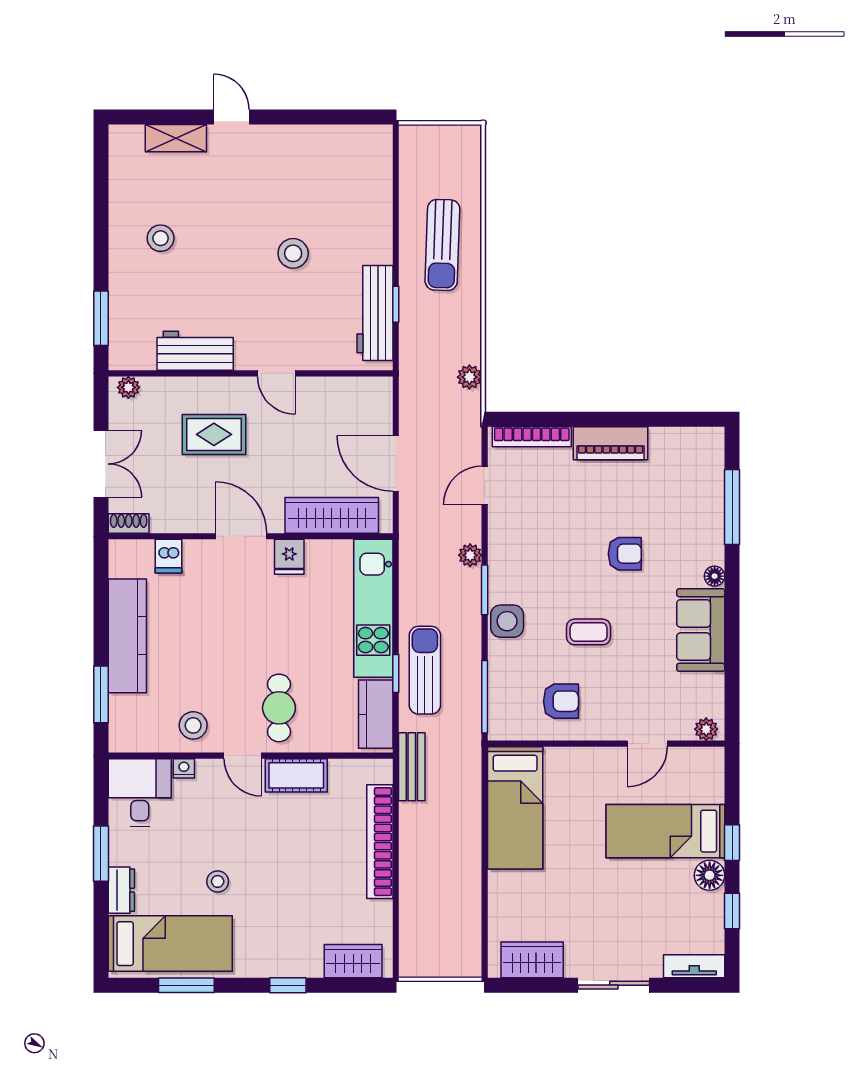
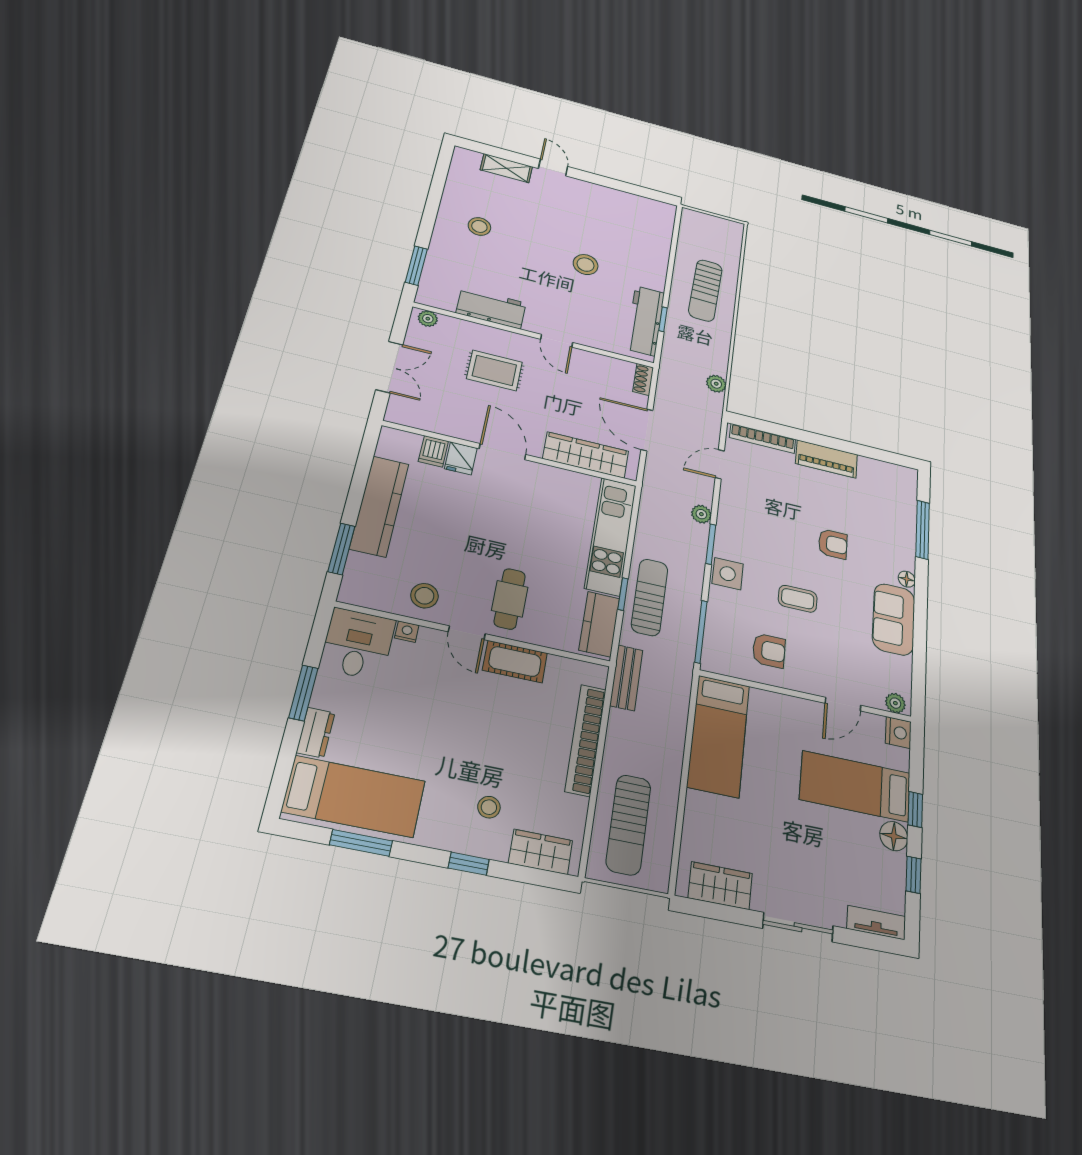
shoe rack: (129, 523) -> (643, 379), moved, turned -90
fridge: (289, 557) -> (461, 458), moved
nightstand: (711, 762) -> (898, 732), added
stool: (218, 881) -> (489, 807), moved
sun lounger: (434, 918) -> (629, 824), added

